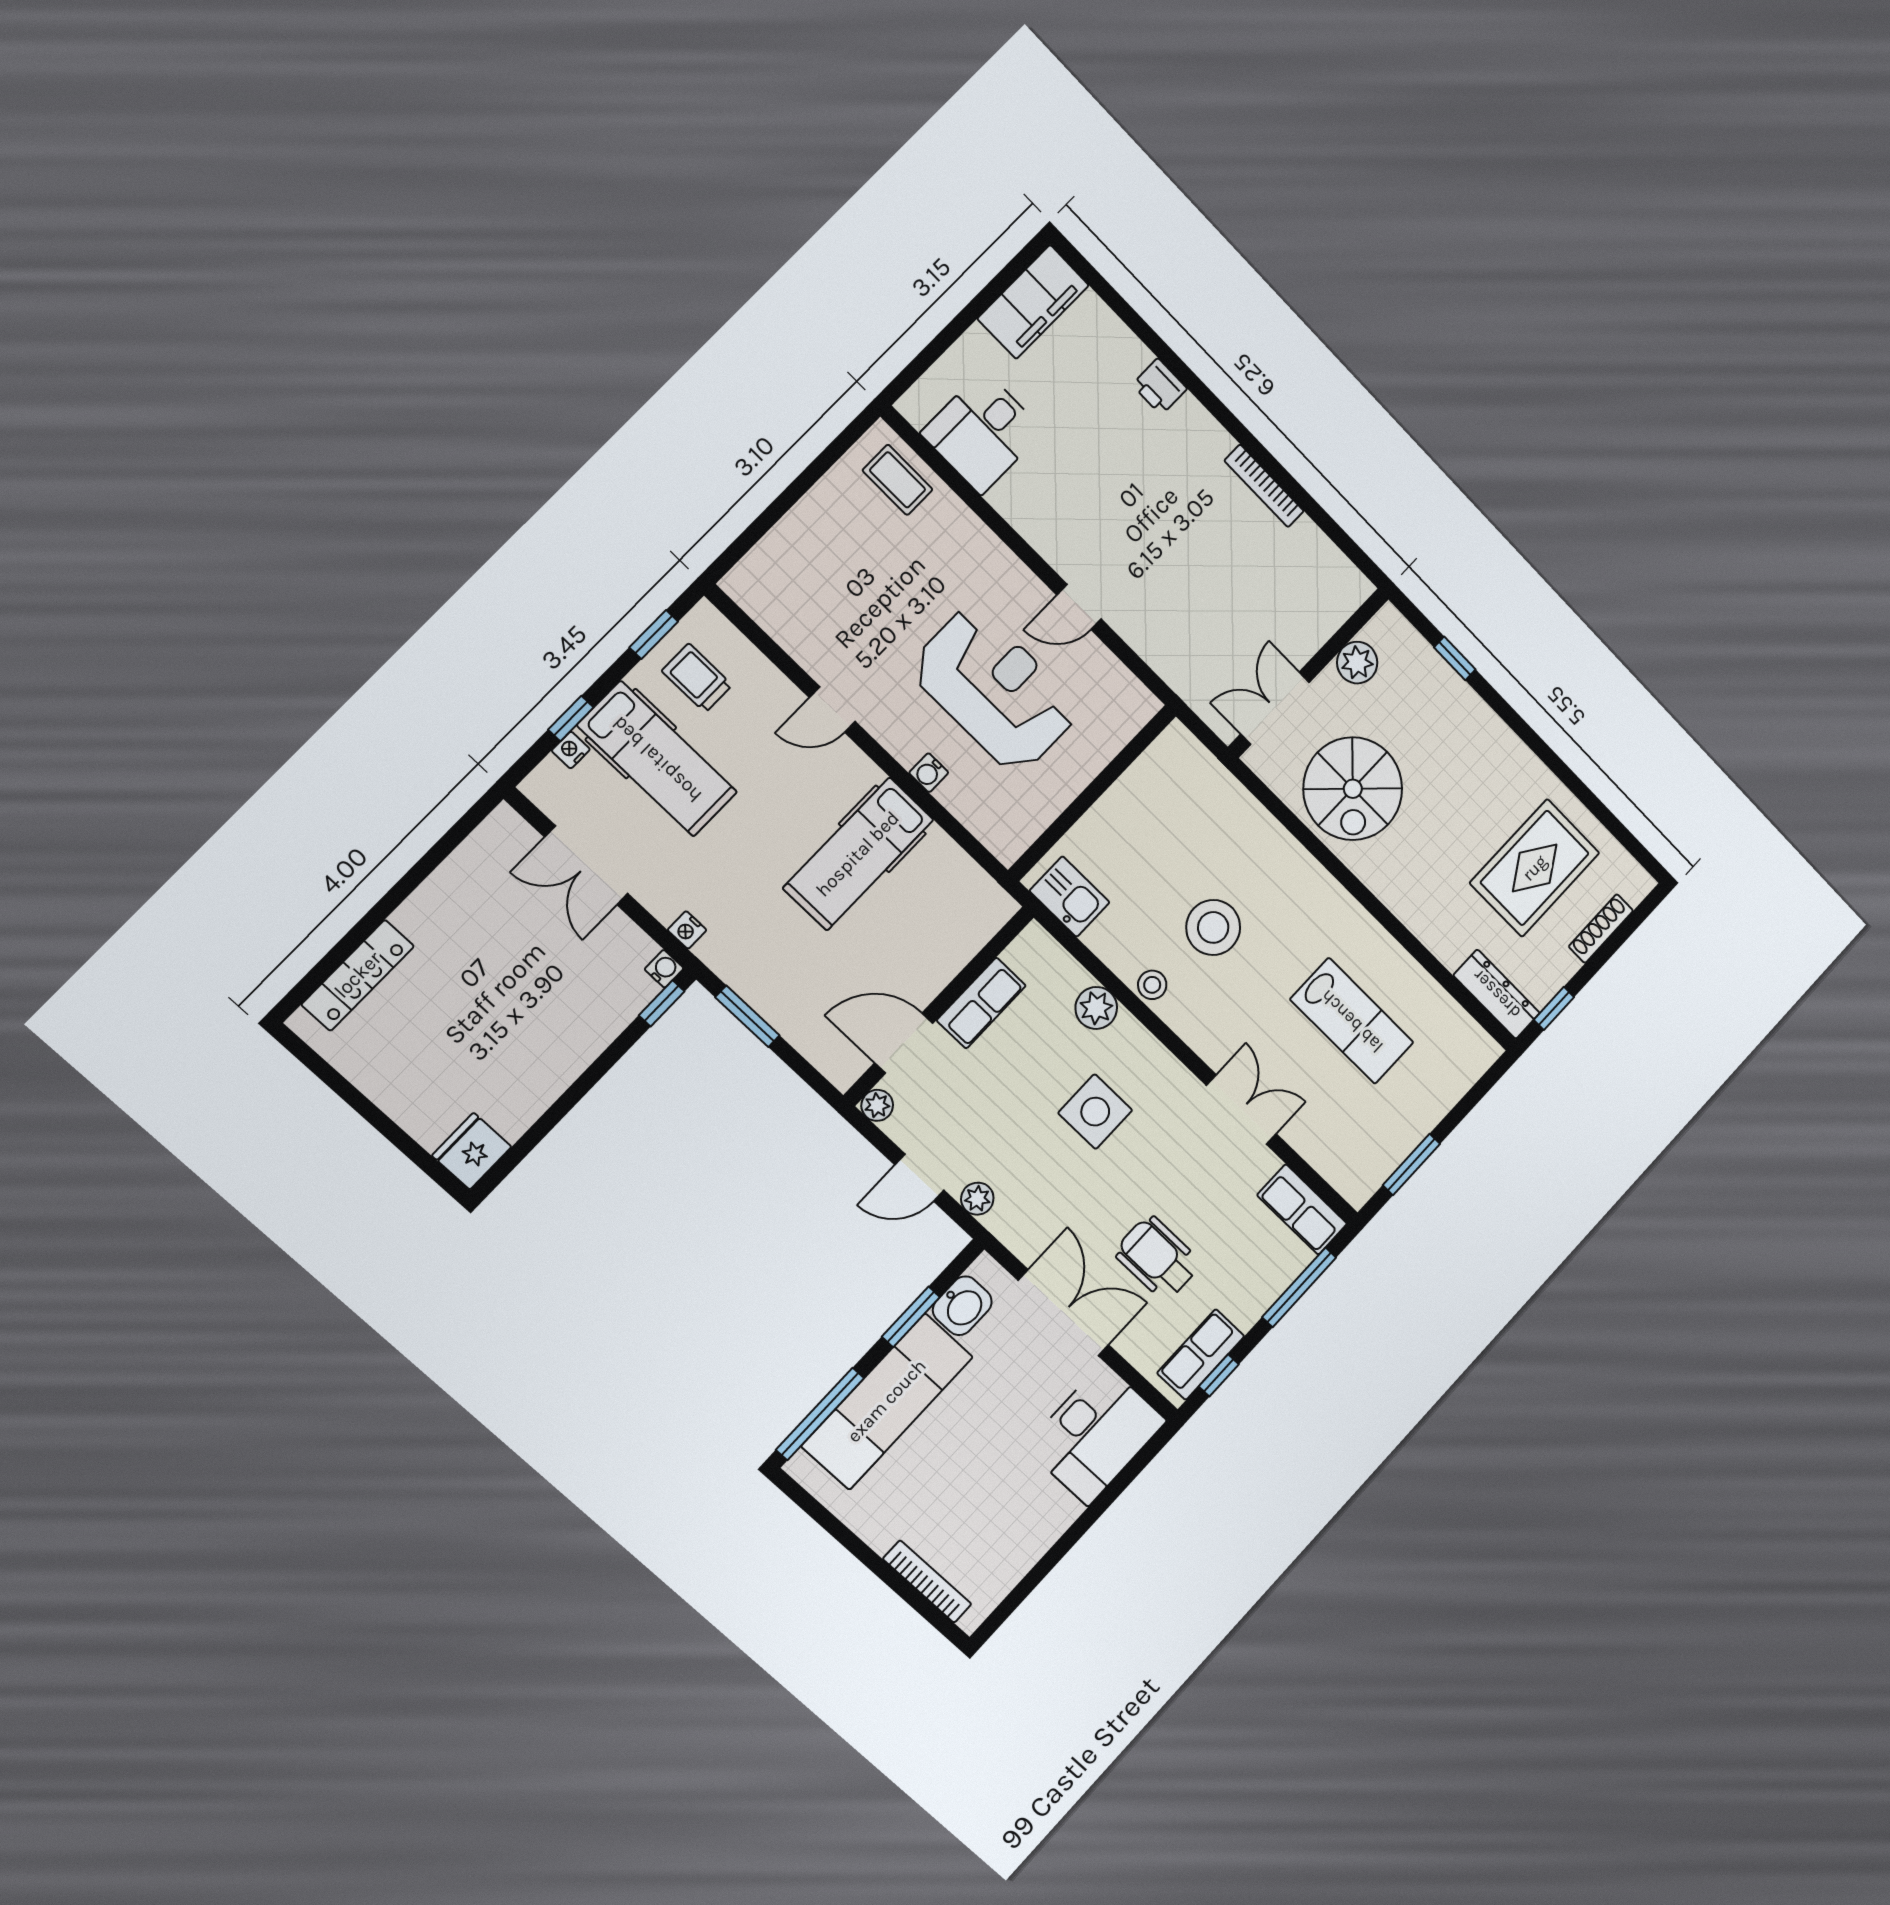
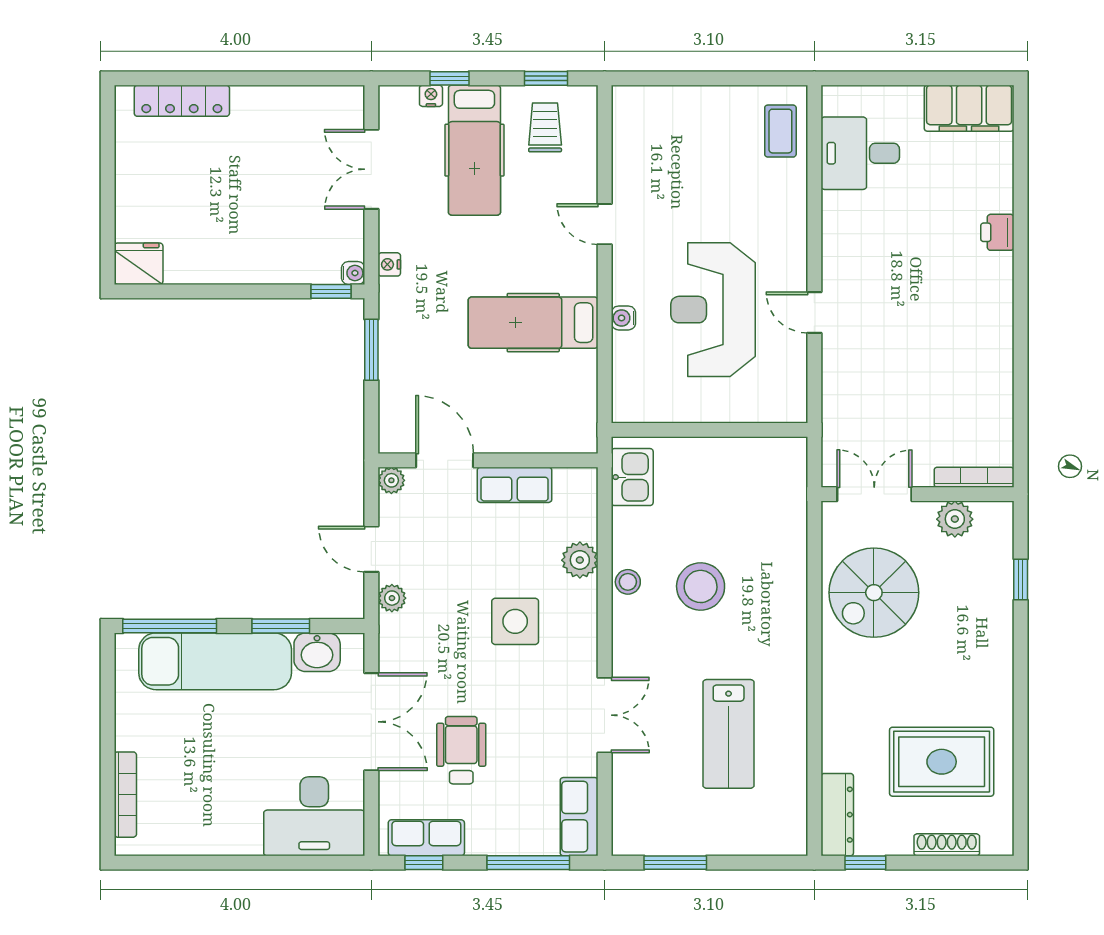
bookcase: (1264, 486) -> (974, 477), moved, turned 90
reception desk: (995, 690) -> (713, 310), turned 180

